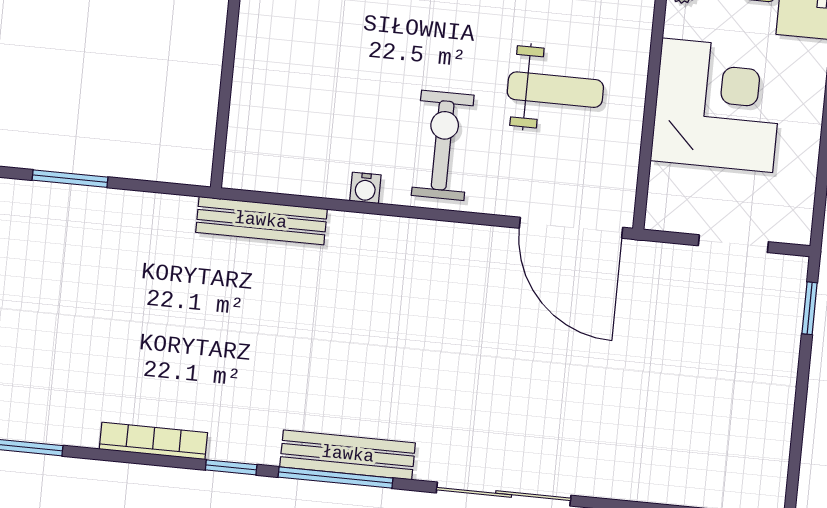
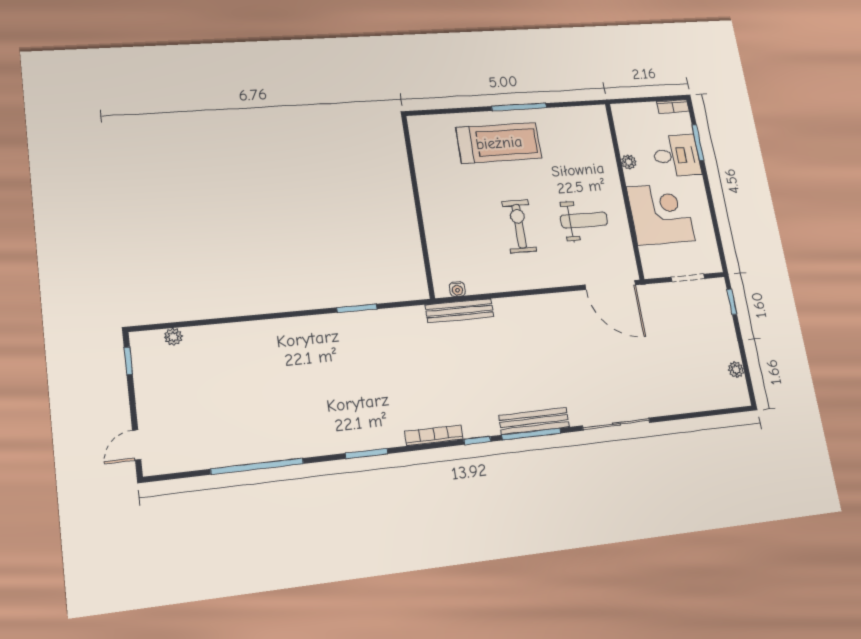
exercise bike: (443, 145) -> (519, 226), moved
water cooler: (365, 188) -> (457, 289), moved
plant: (775, 441) -> (736, 370), added

